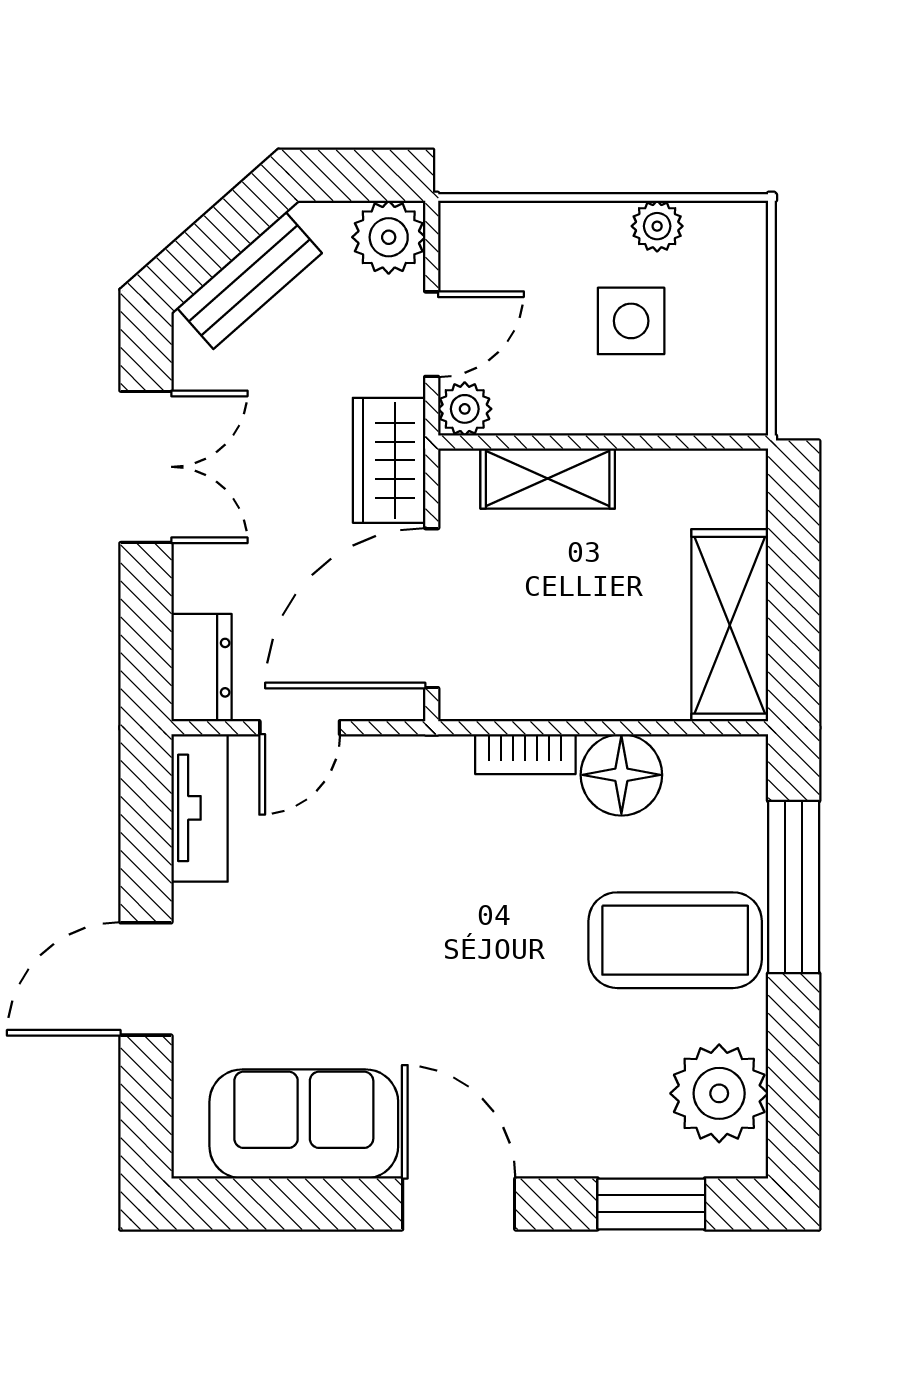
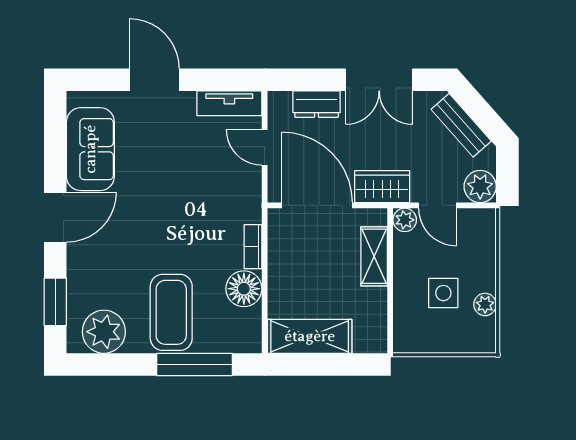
dresser: (202, 668) -> (317, 104), moved

